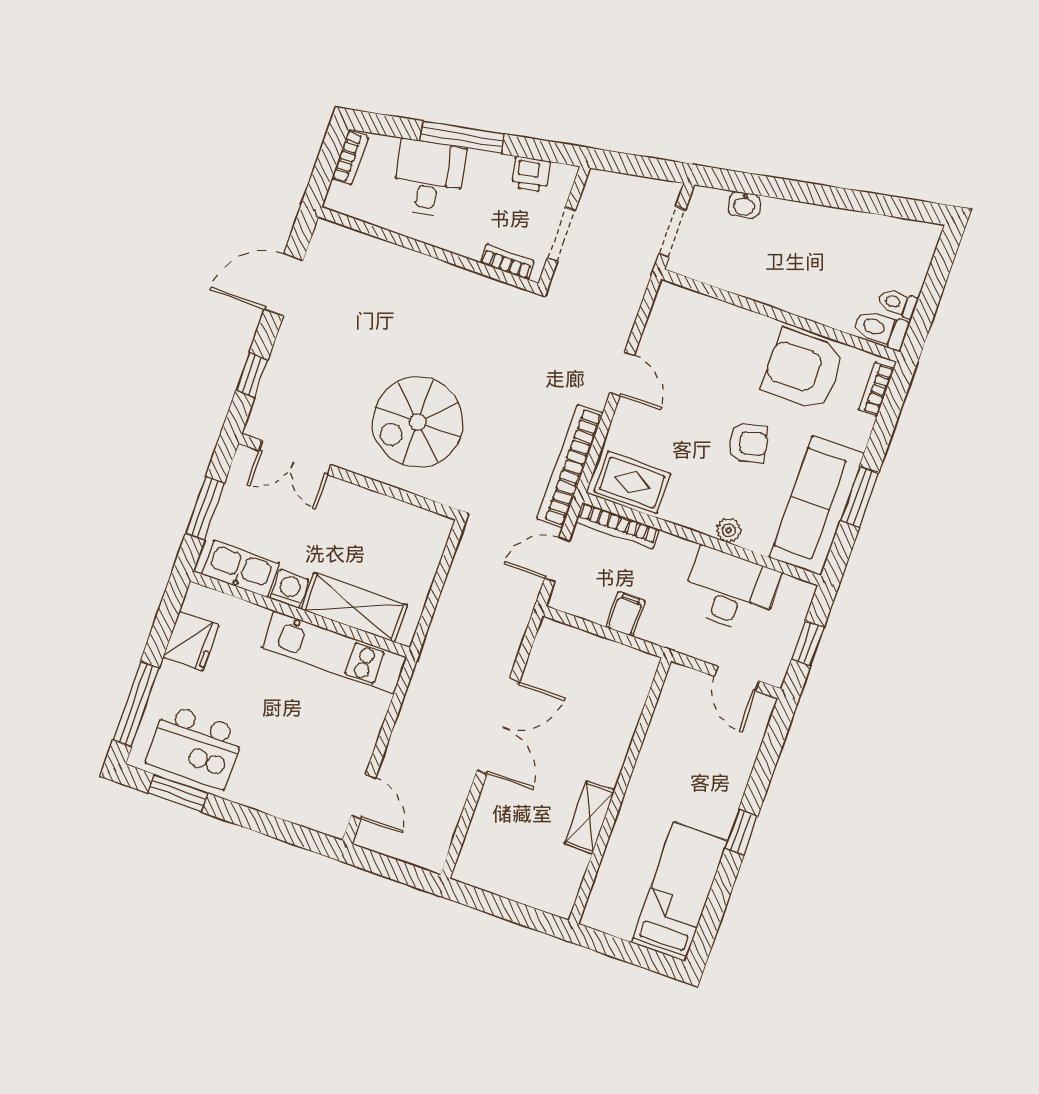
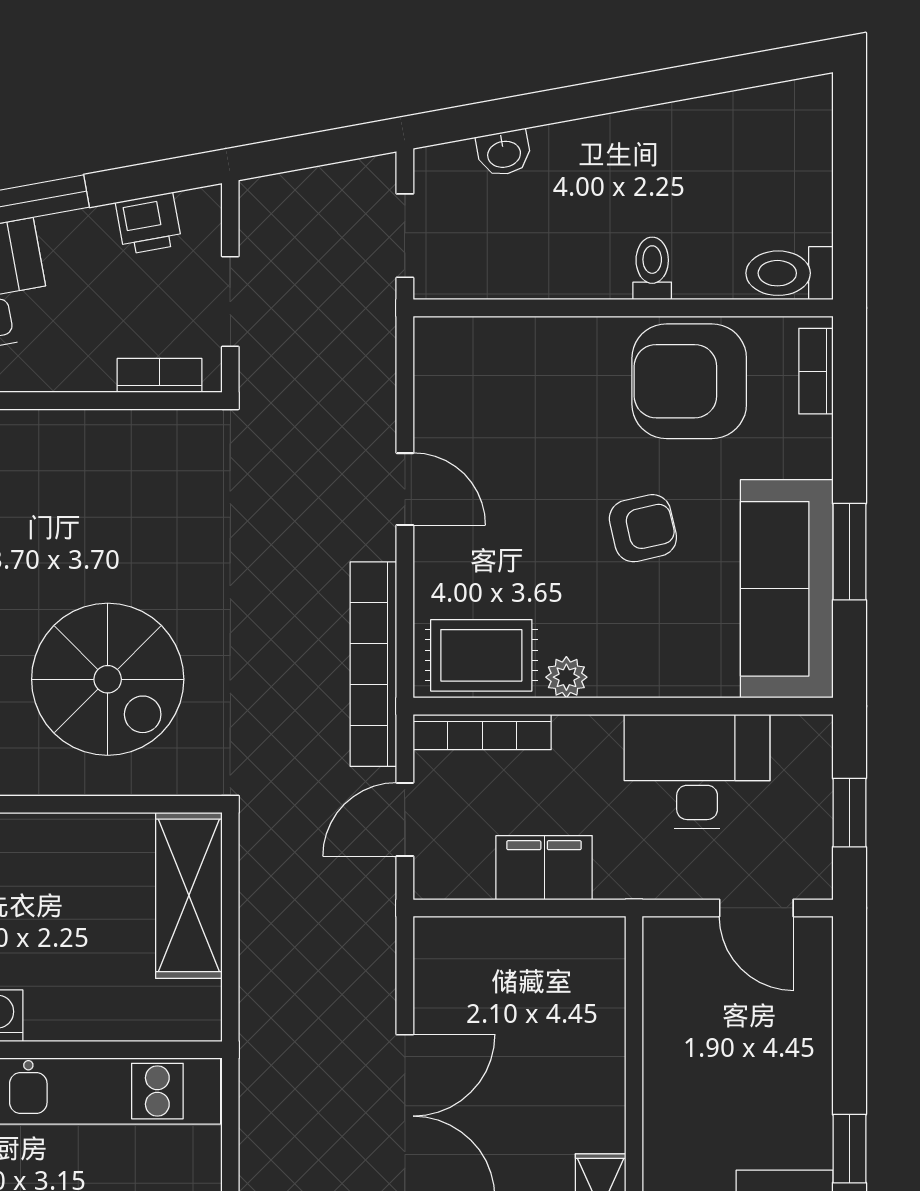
toilet: (898, 303) -> (652, 268), moved, turned 90
spiral stairs: (418, 422) -> (108, 679), turned -90
plant: (729, 530) -> (566, 677), moved
shelving: (354, 607) -> (189, 895), moved, turned 90
filing cabinet: (626, 614) -> (544, 868), width x2.00

